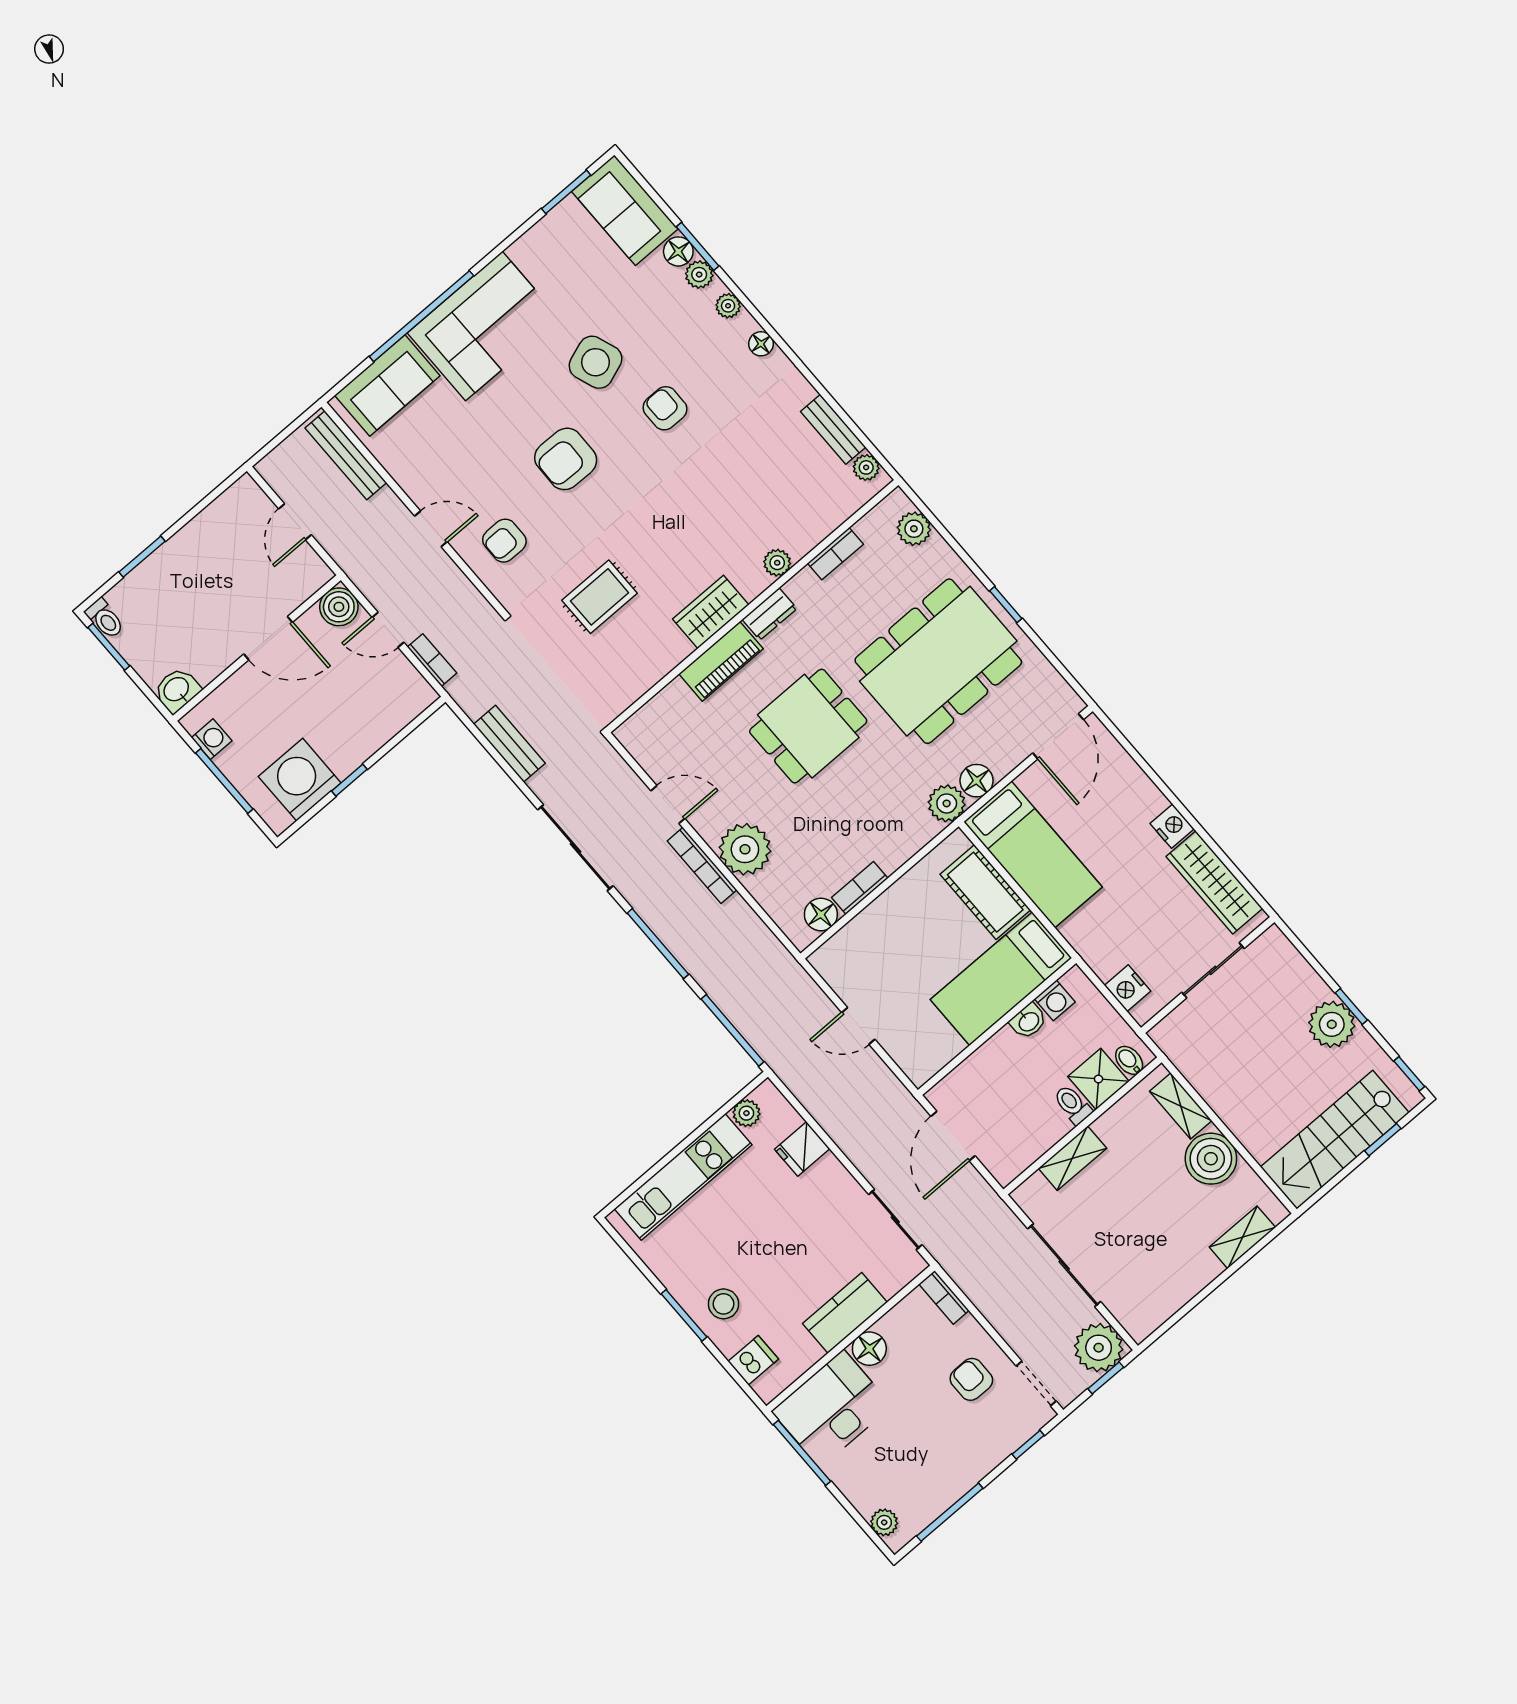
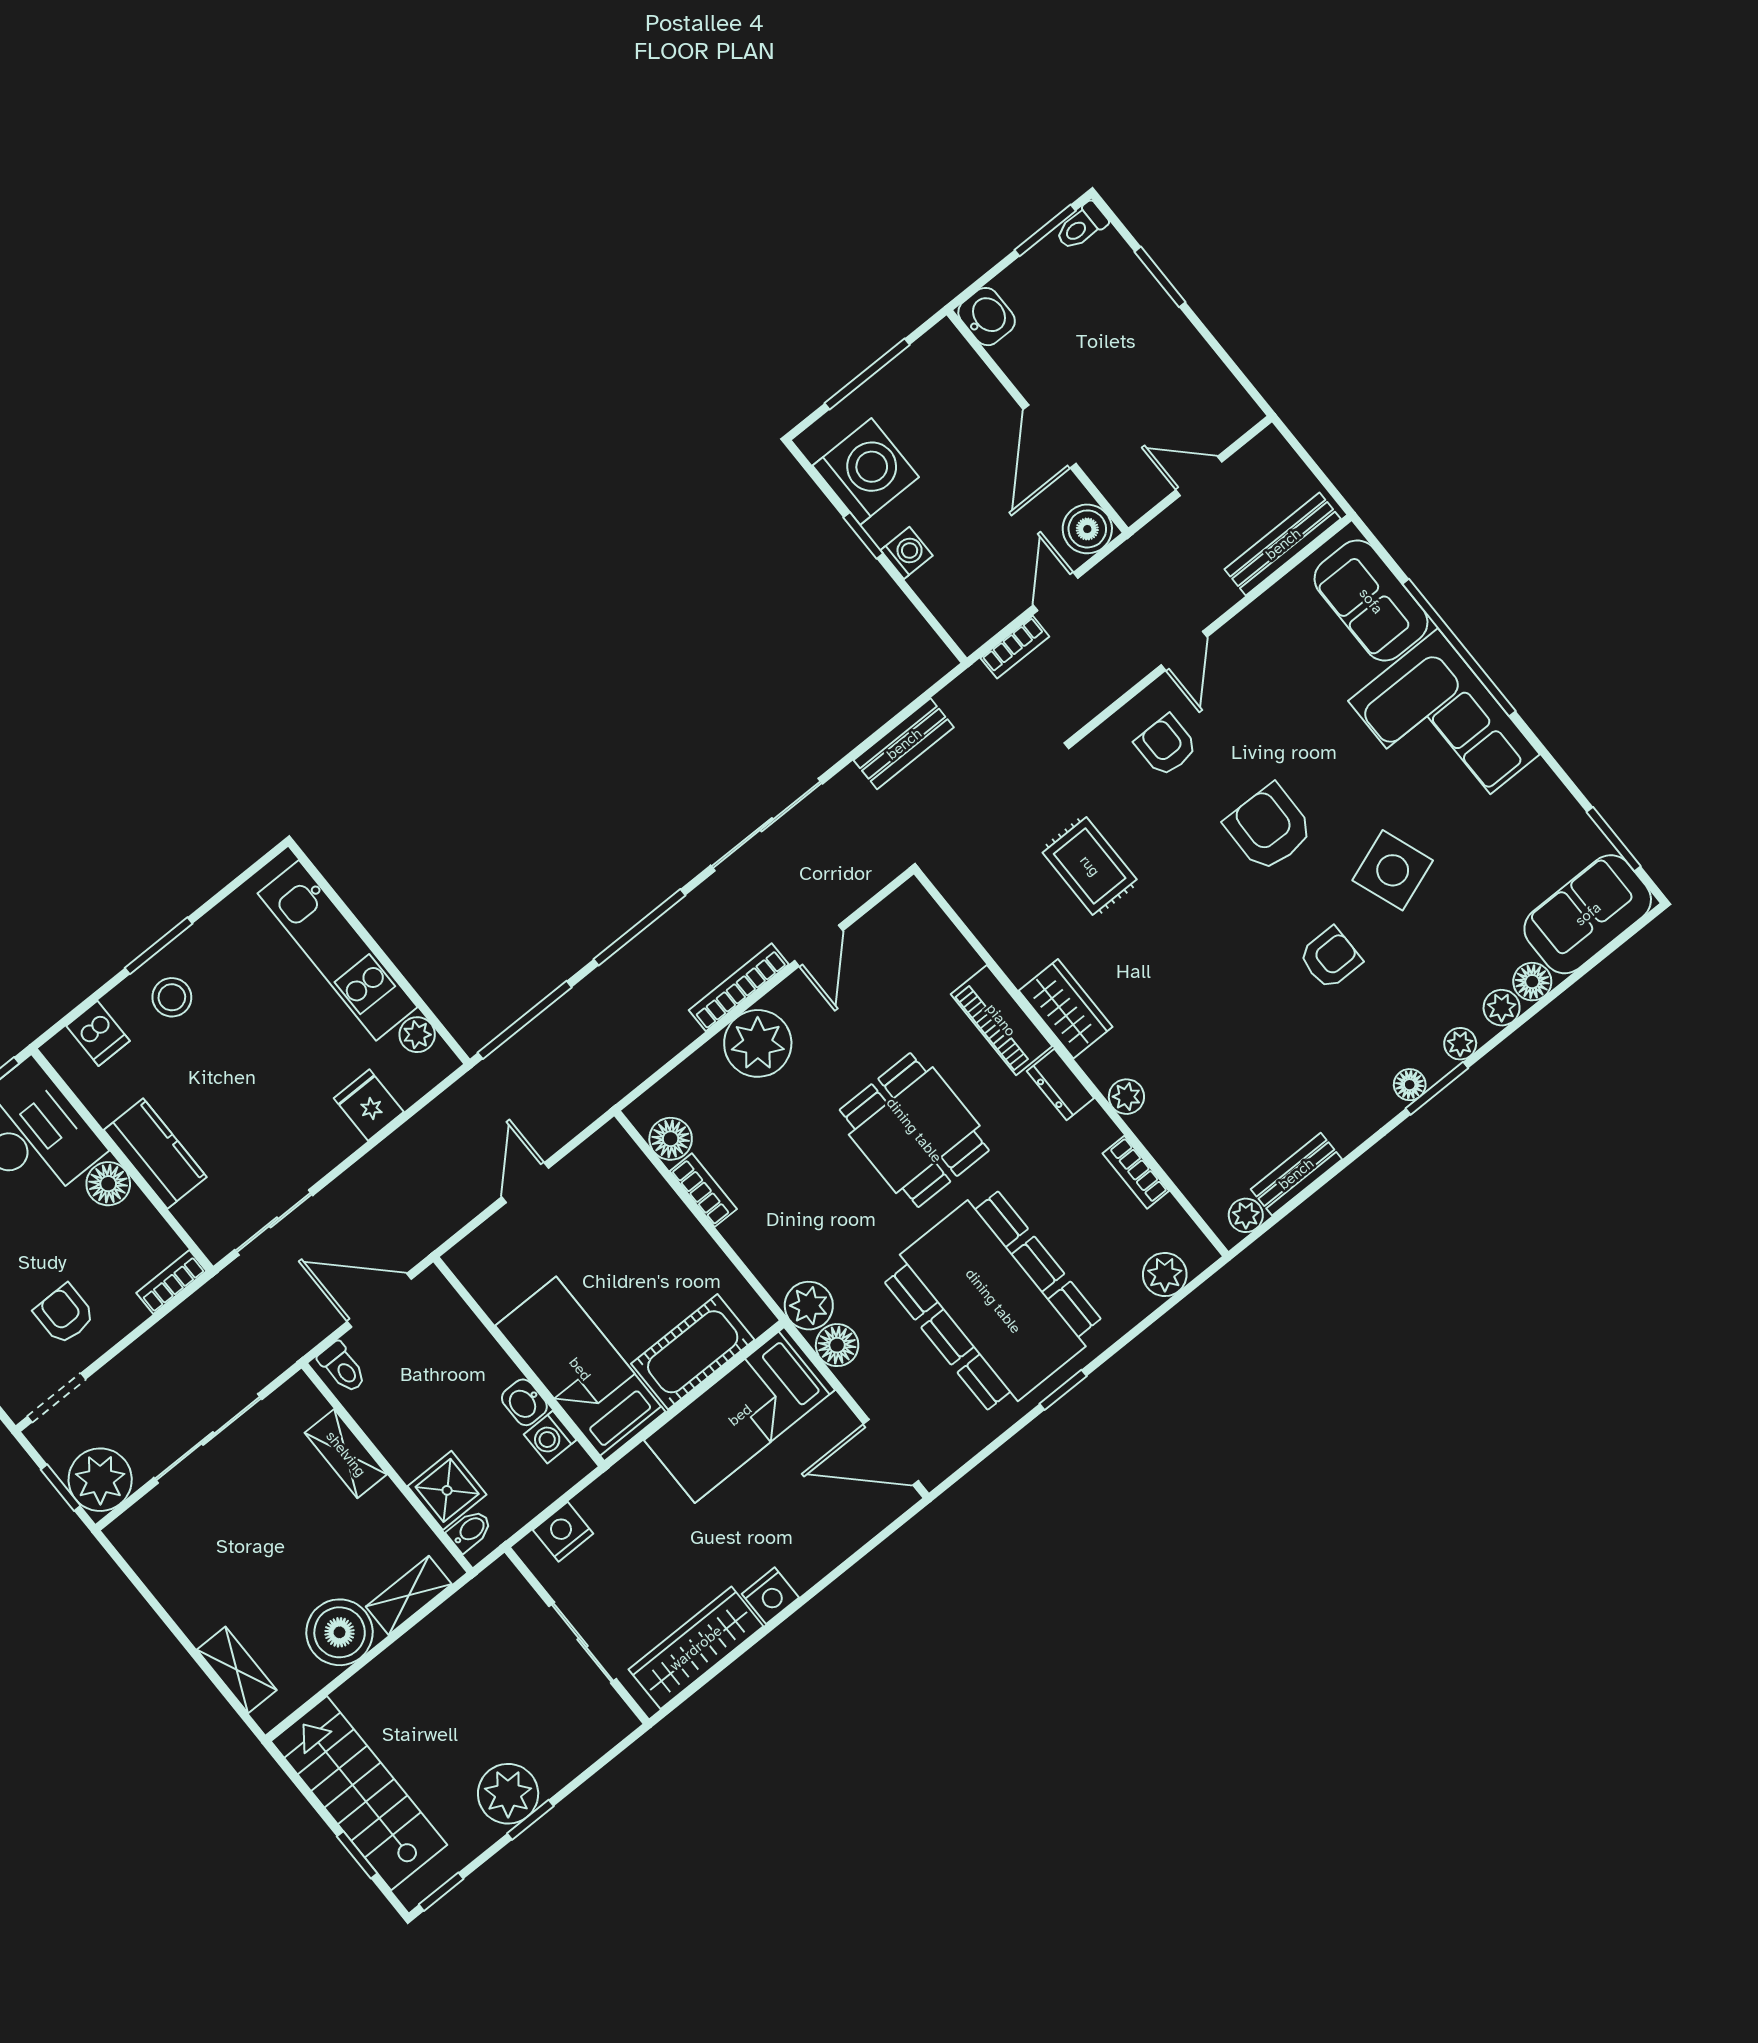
window: (698, 246) -> (1437, 1088), moved
washing machine: (212, 739) -> (907, 553), moved, turned -90
toilet: (1073, 1105) -> (342, 1367), moved, turned 90
armchair: (971, 1379) -> (64, 1314), turned -90

